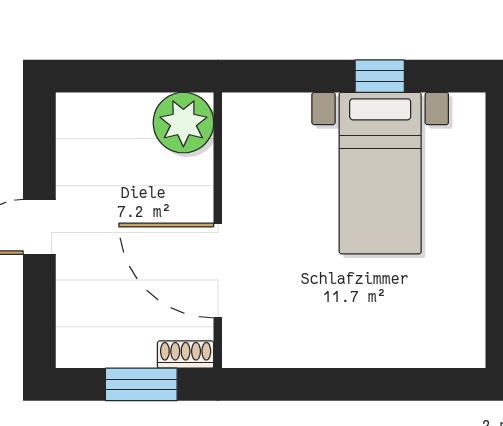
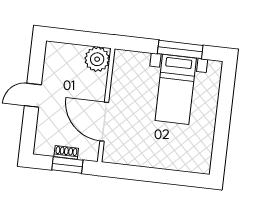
window: (380, 76) -> (180, 49), width x2.17
shoe rack: (186, 355) -> (66, 152), moved

